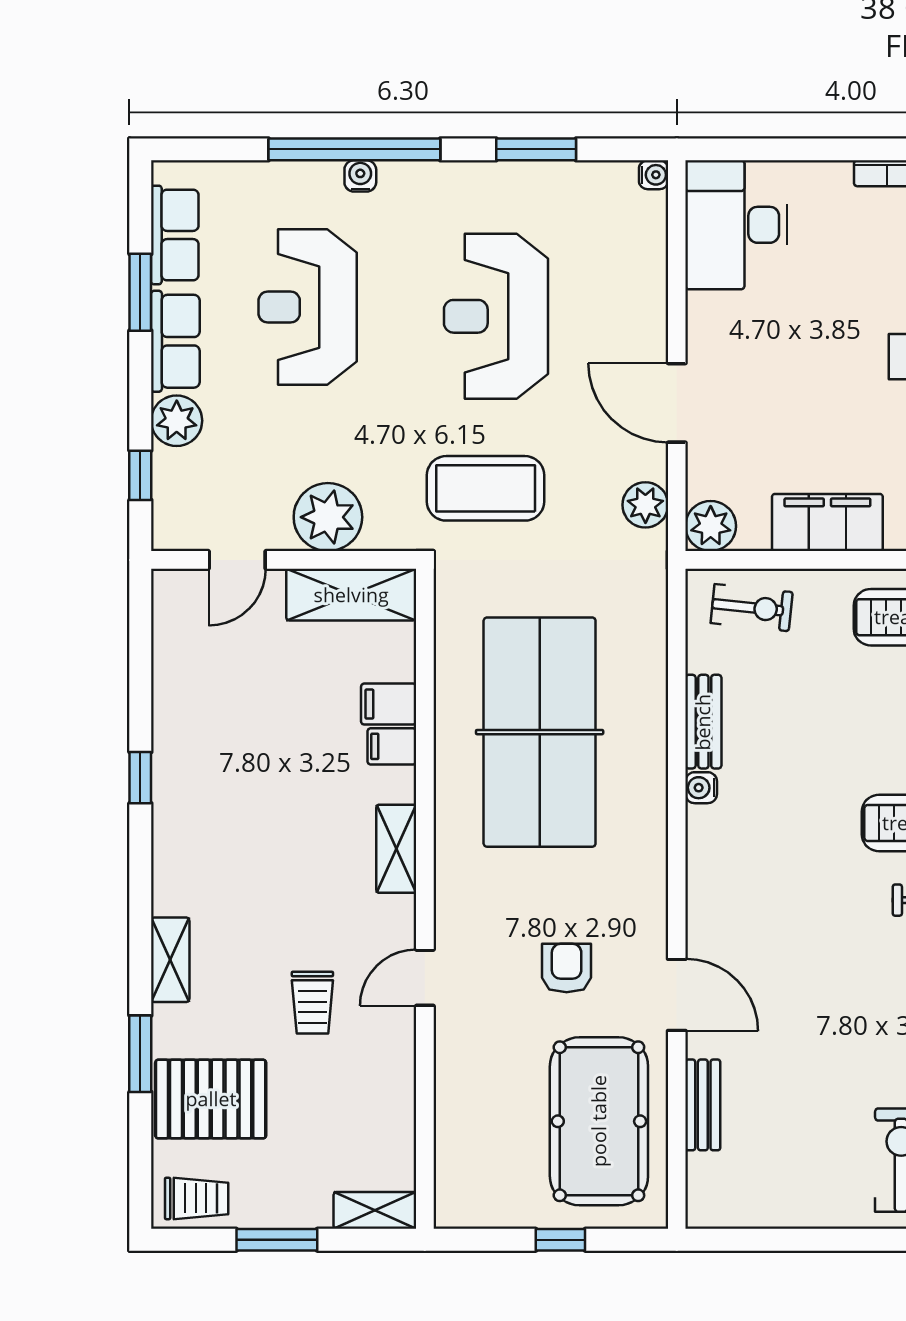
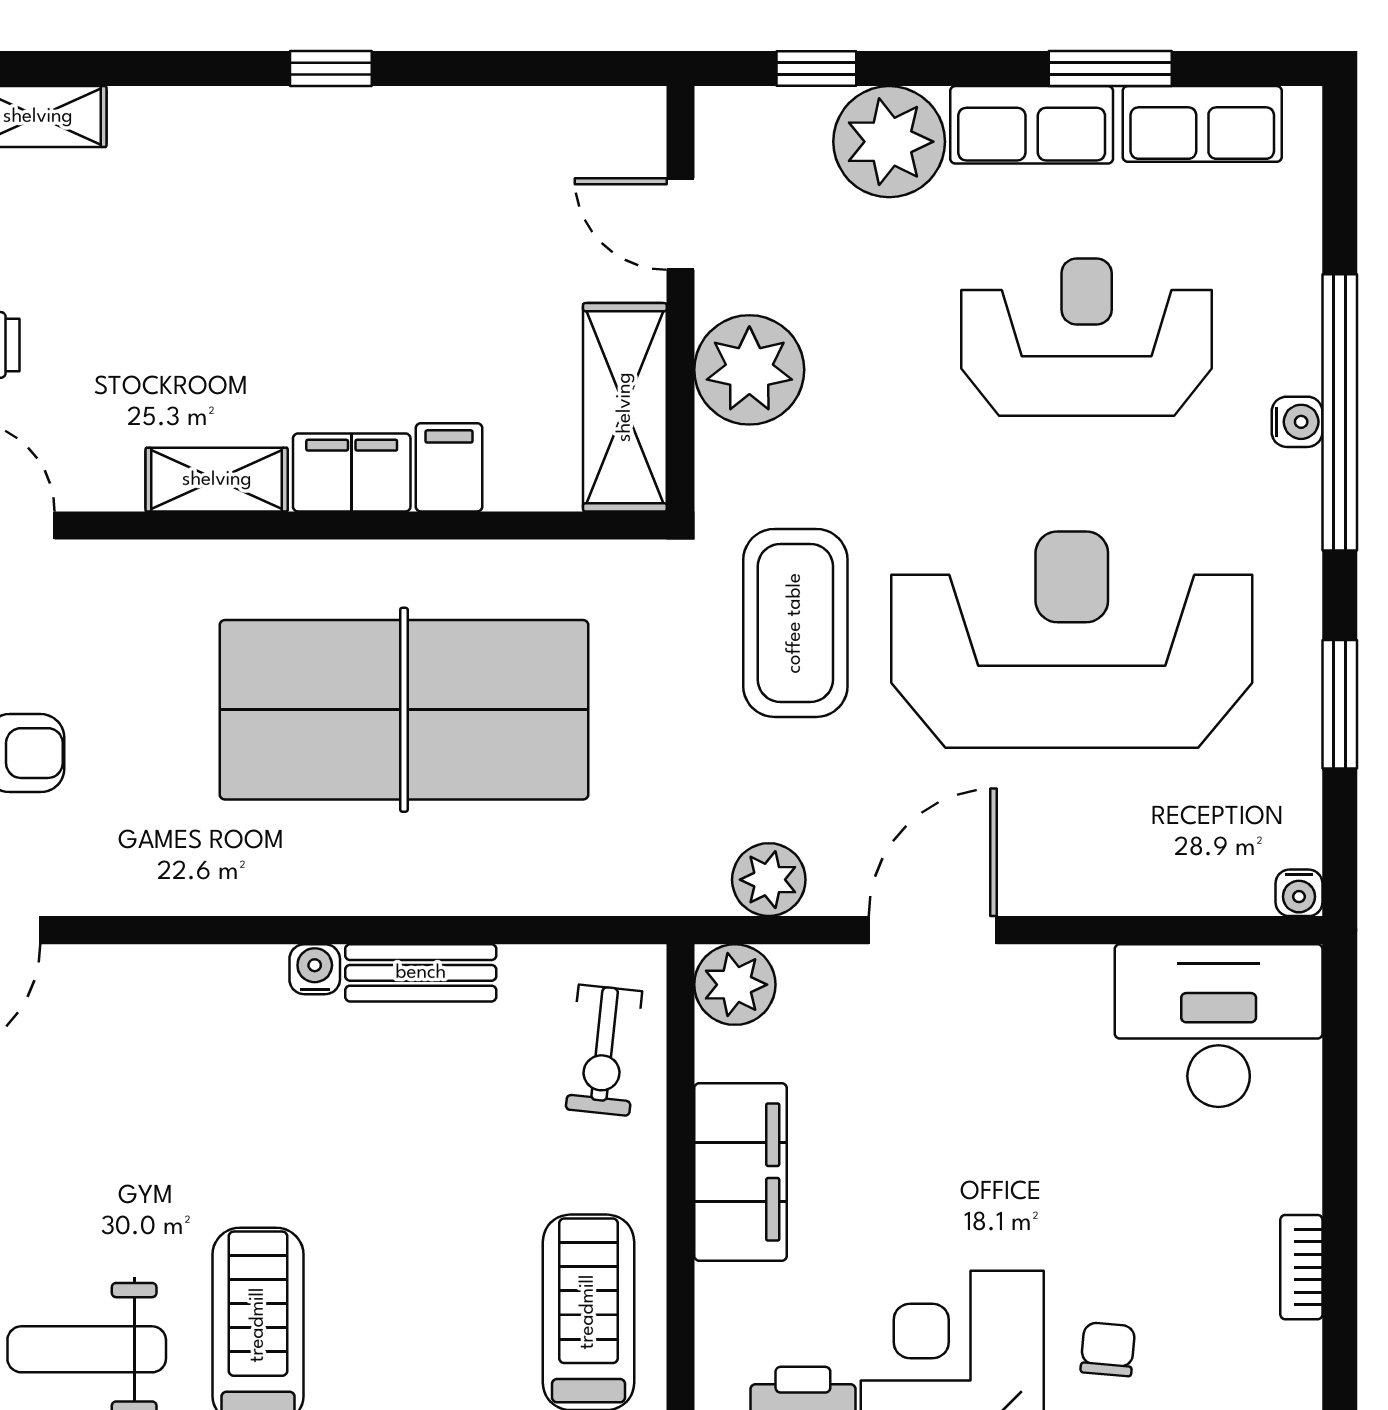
reception desk: (496, 316) -> (1072, 640), width x1.36, depth x1.30
plant: (177, 421) -> (889, 142), width x1.36, depth x1.36
filing cabinet: (392, 746) -> (352, 472), width x2.00

